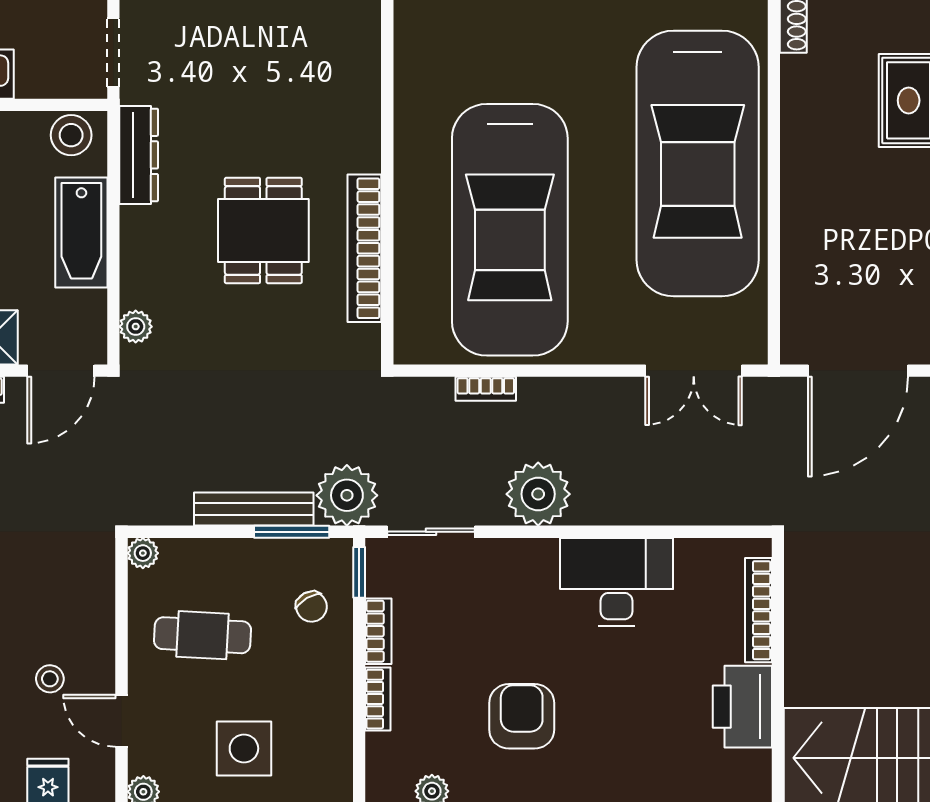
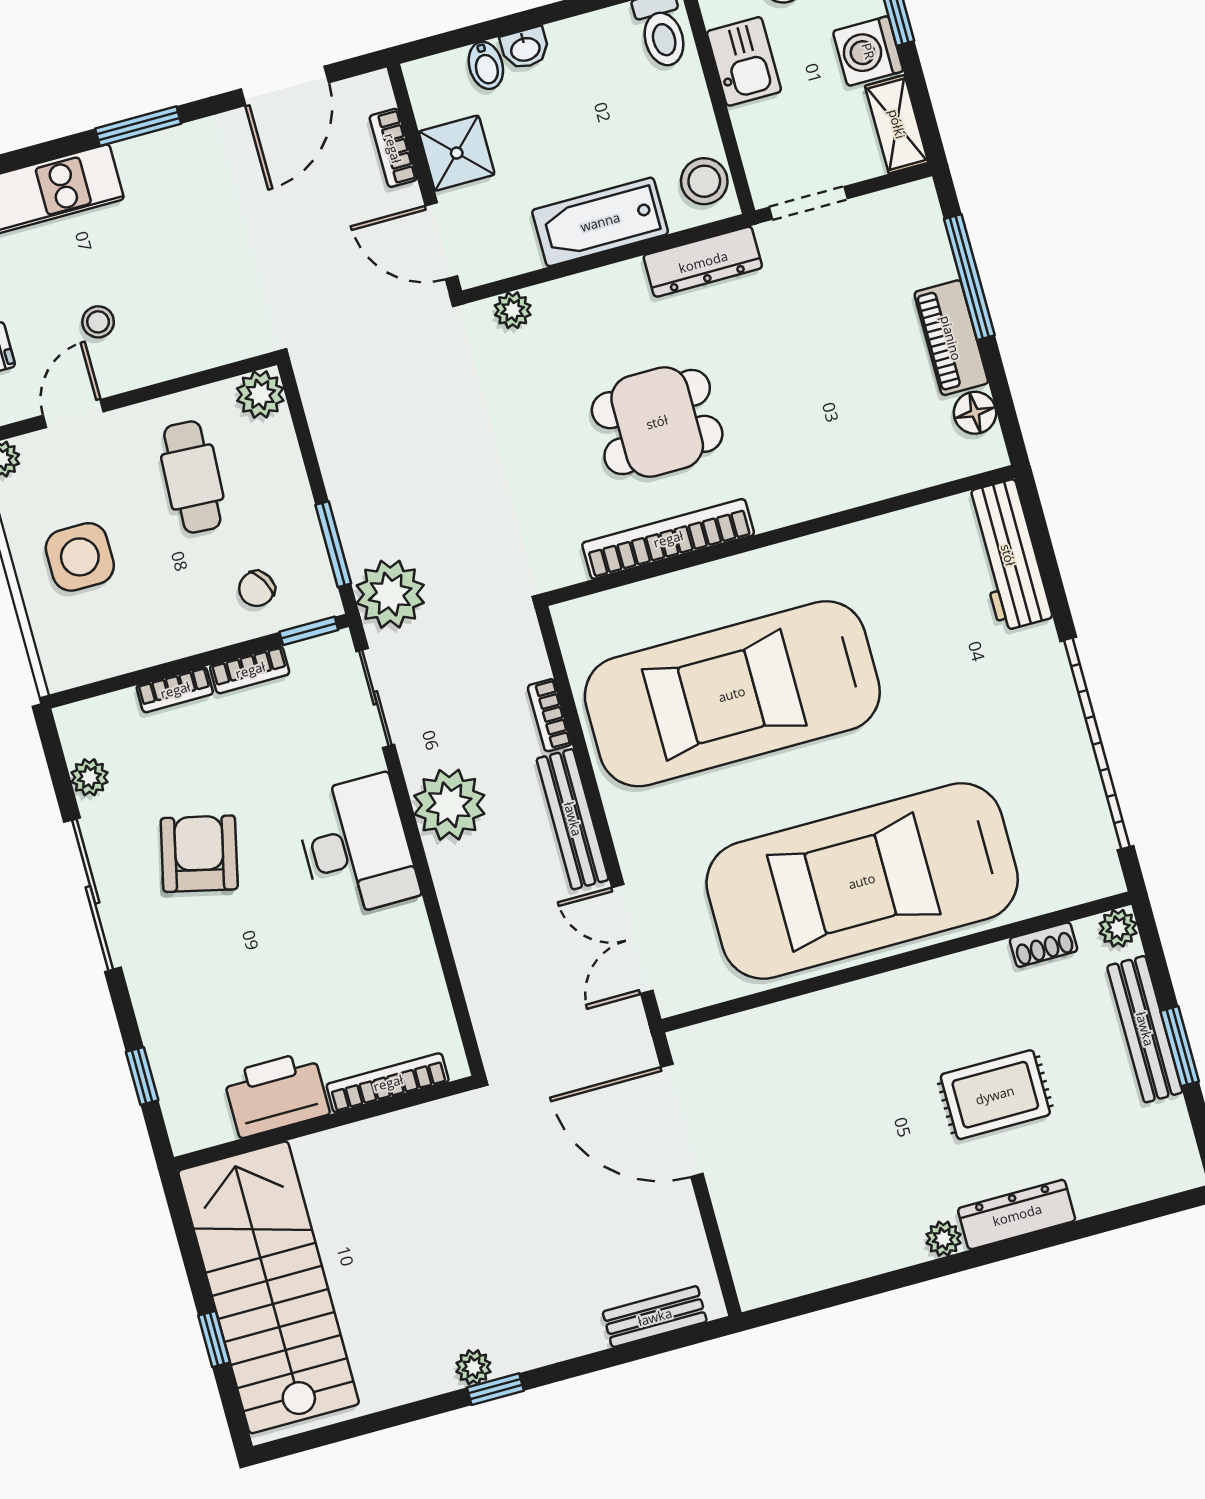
bench: (254, 509) -> (573, 819), moved
plant: (143, 553) -> (260, 394), width x1.38, depth x1.38
desk: (616, 582) -> (356, 846), moved
armchair: (522, 716) -> (199, 854), turned -77

